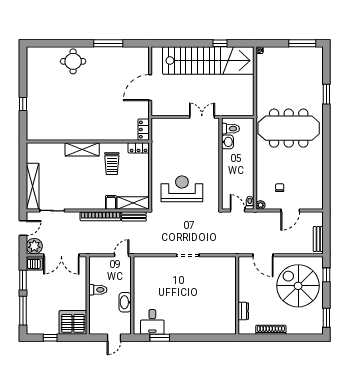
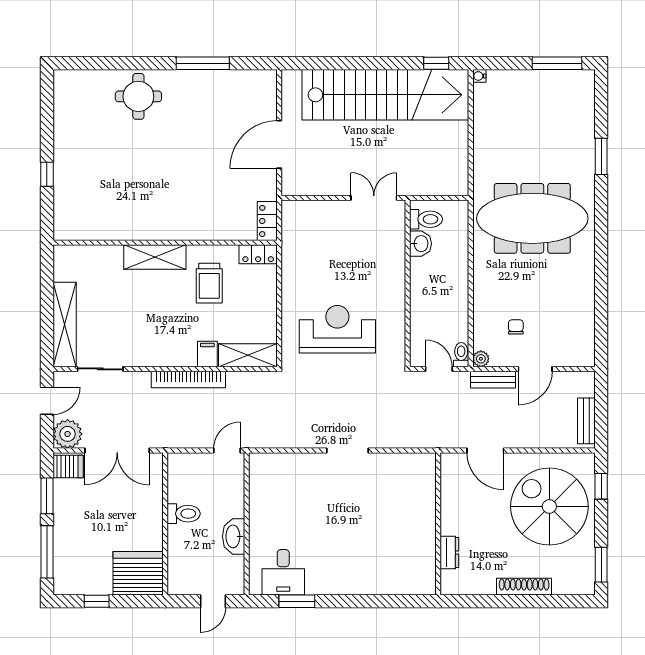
window: (220, 43) -> (436, 63), moved
bench: (134, 216) -> (493, 380), moved
shoe rack: (271, 330) -> (524, 587), moved

